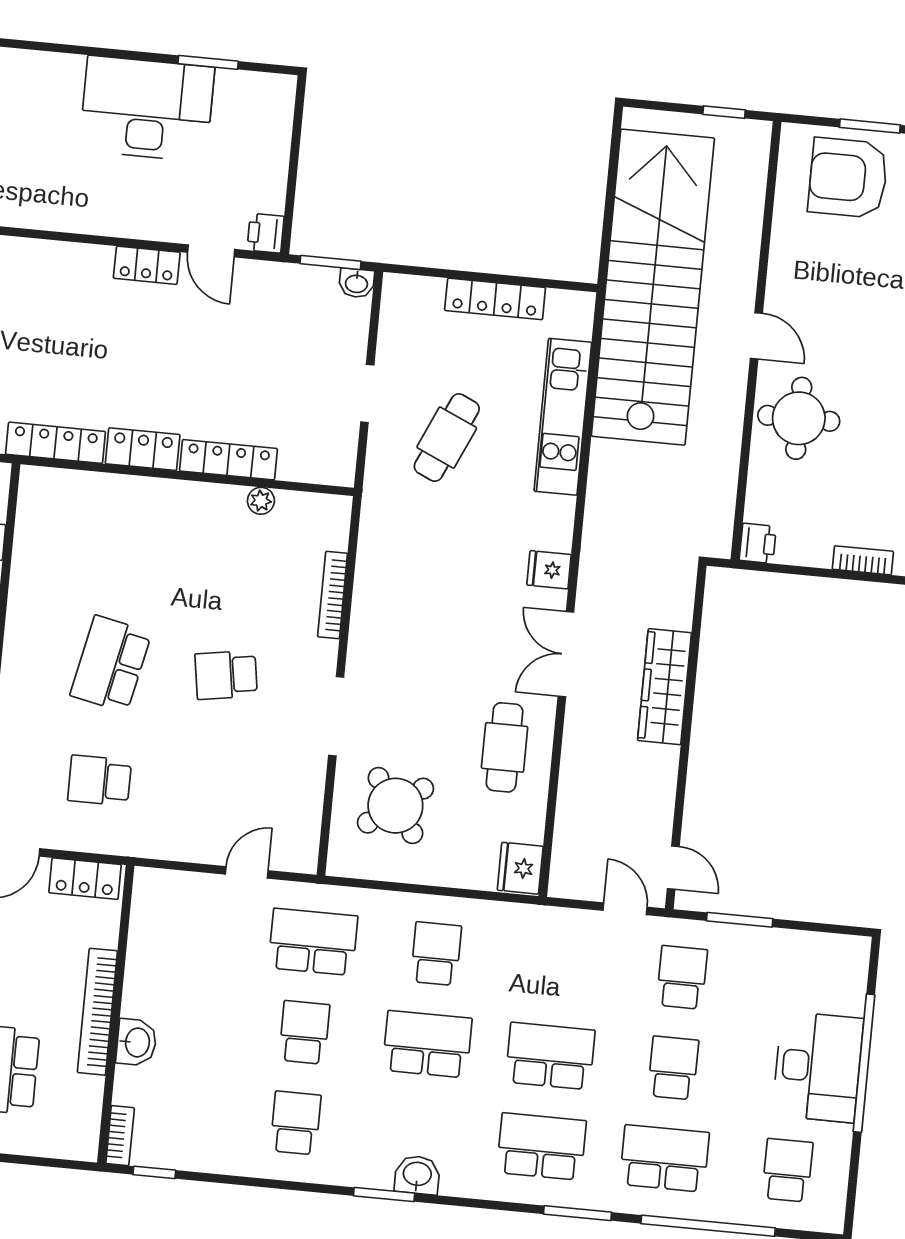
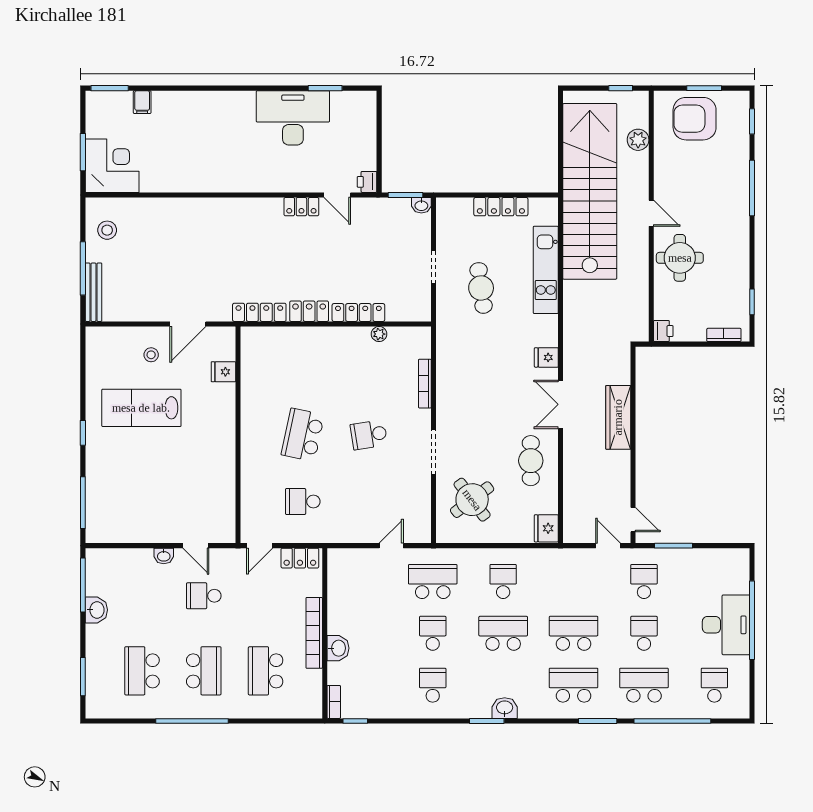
plant: (746, 205) -> (638, 140), added
cafe table: (447, 438) -> (481, 288), turned -32

